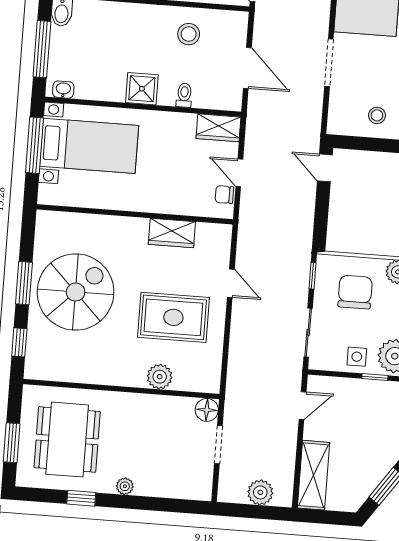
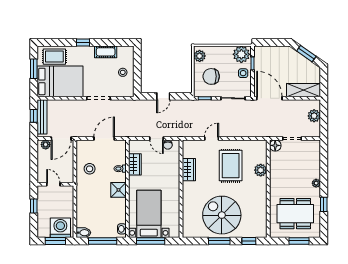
wardrobe: (218, 128) -> (135, 164), moved
door: (325, 168) -> (163, 96), moved
door: (239, 173) -> (156, 138), hinge flipped
door: (303, 406) -> (269, 98), width x1.87

